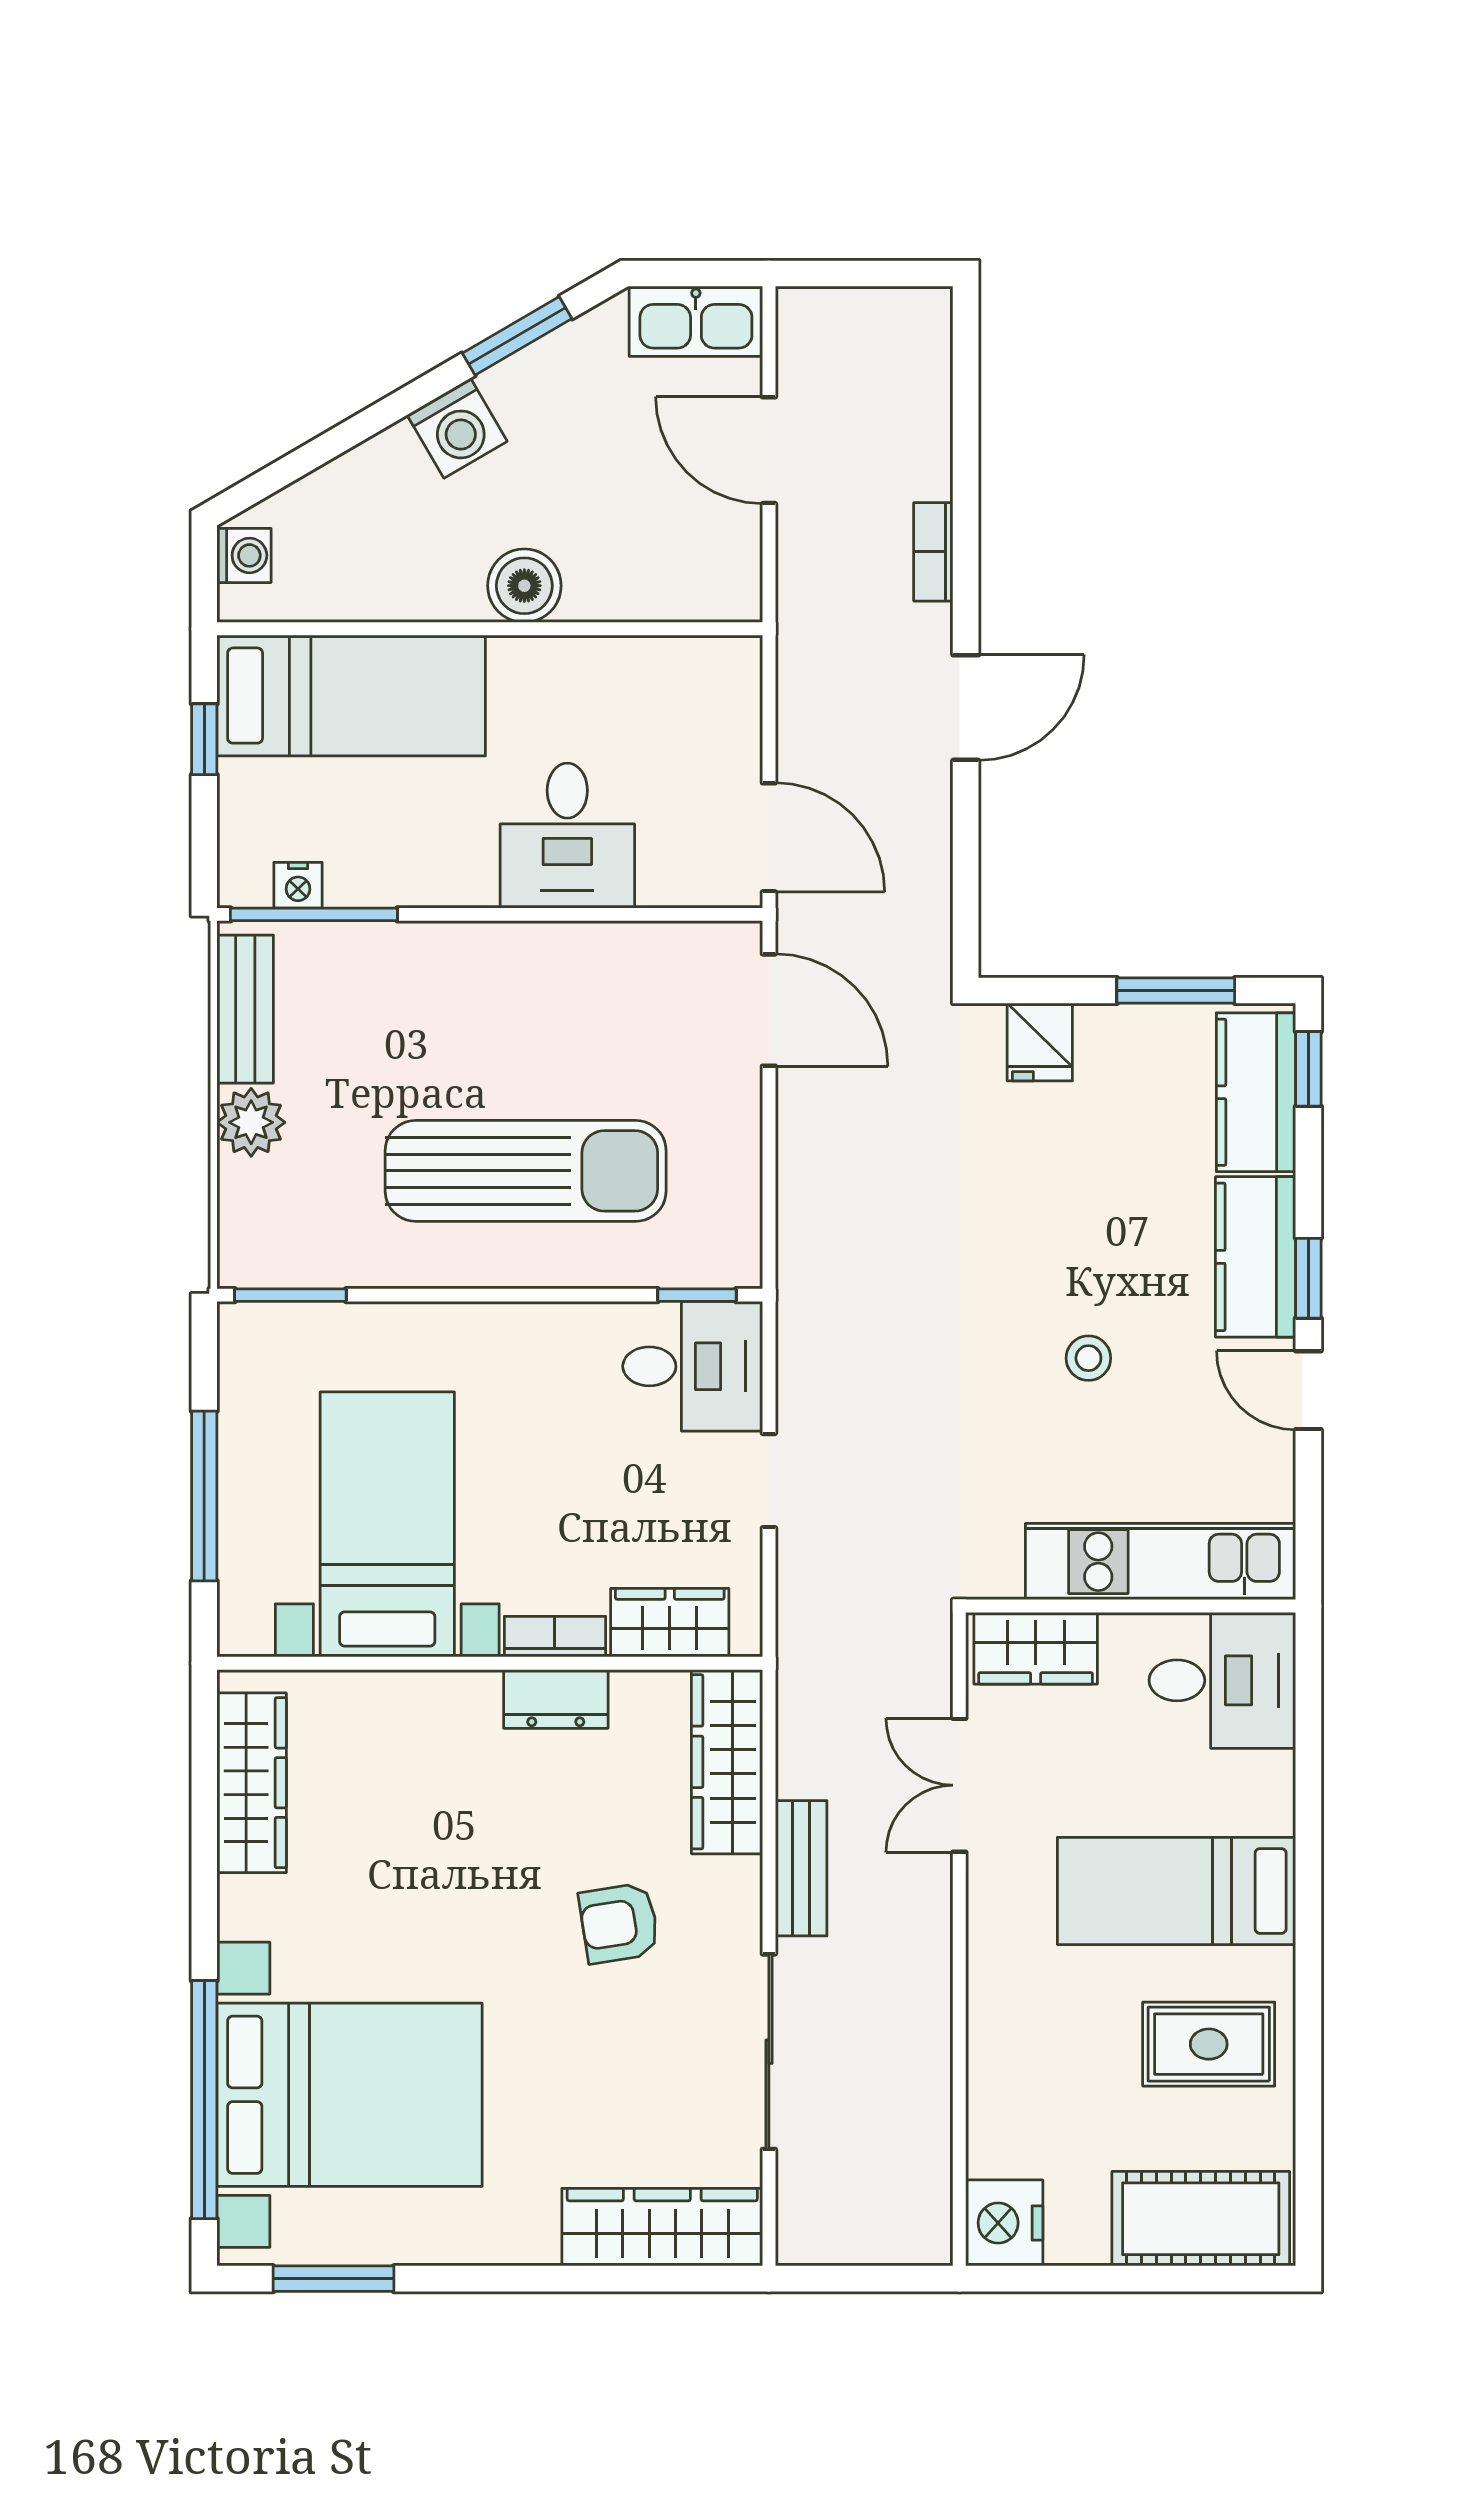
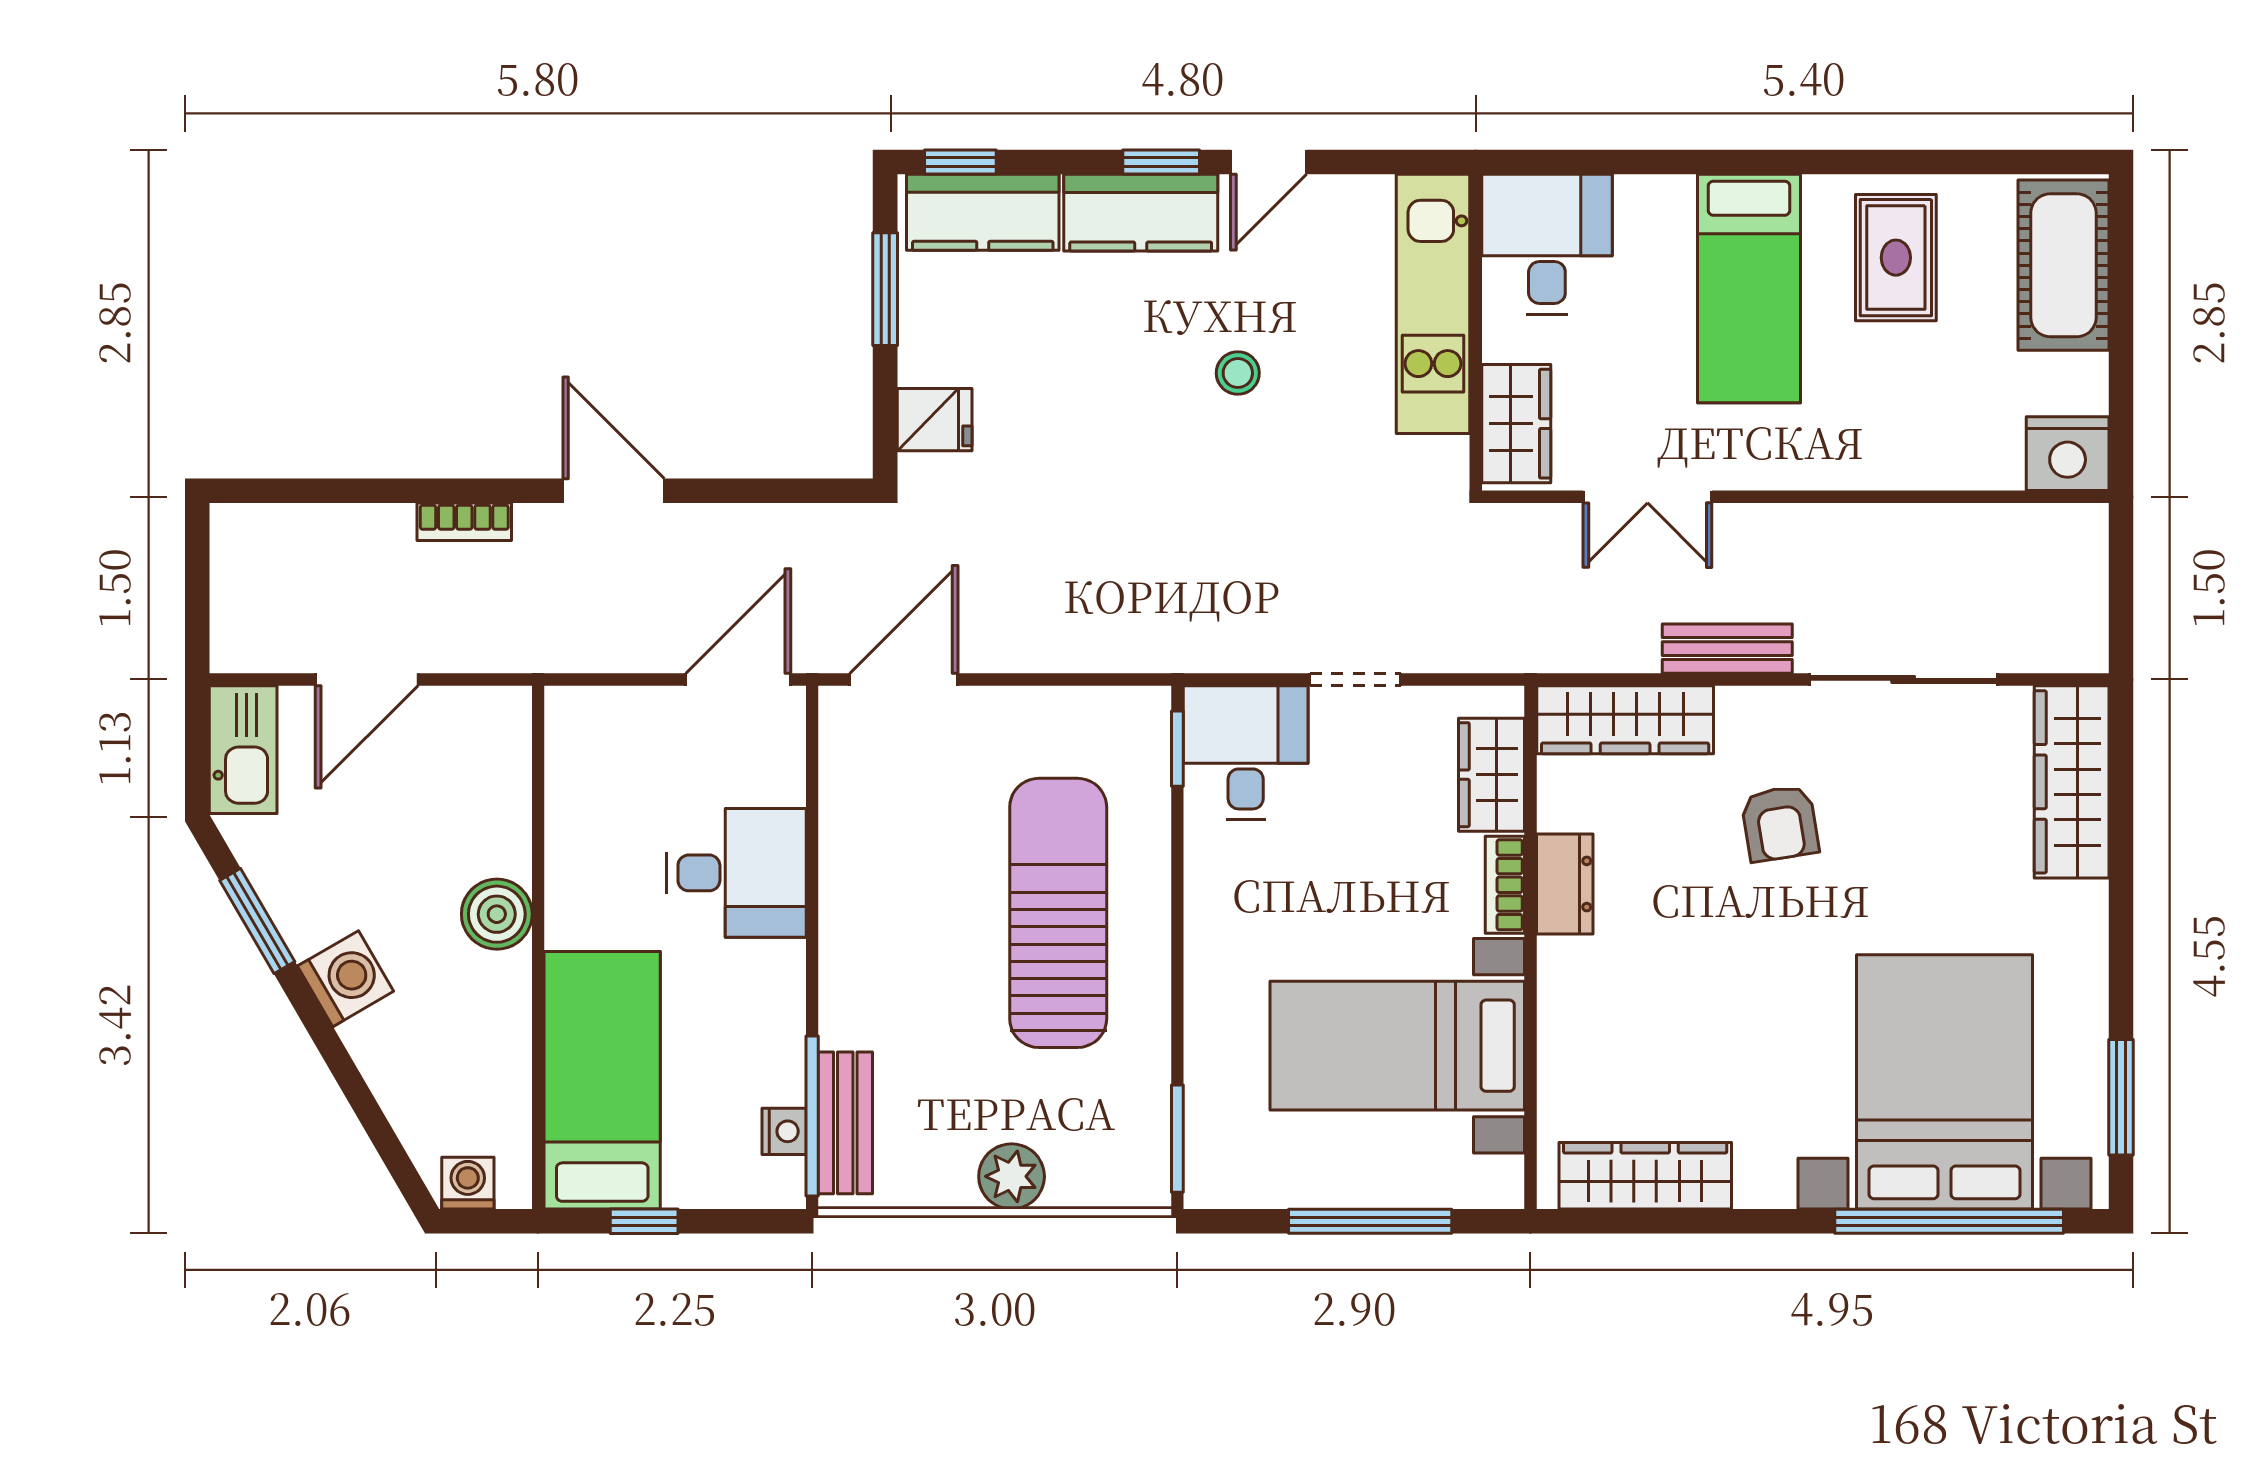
bench: (245, 1009) -> (845, 1123), moved, turned 90

